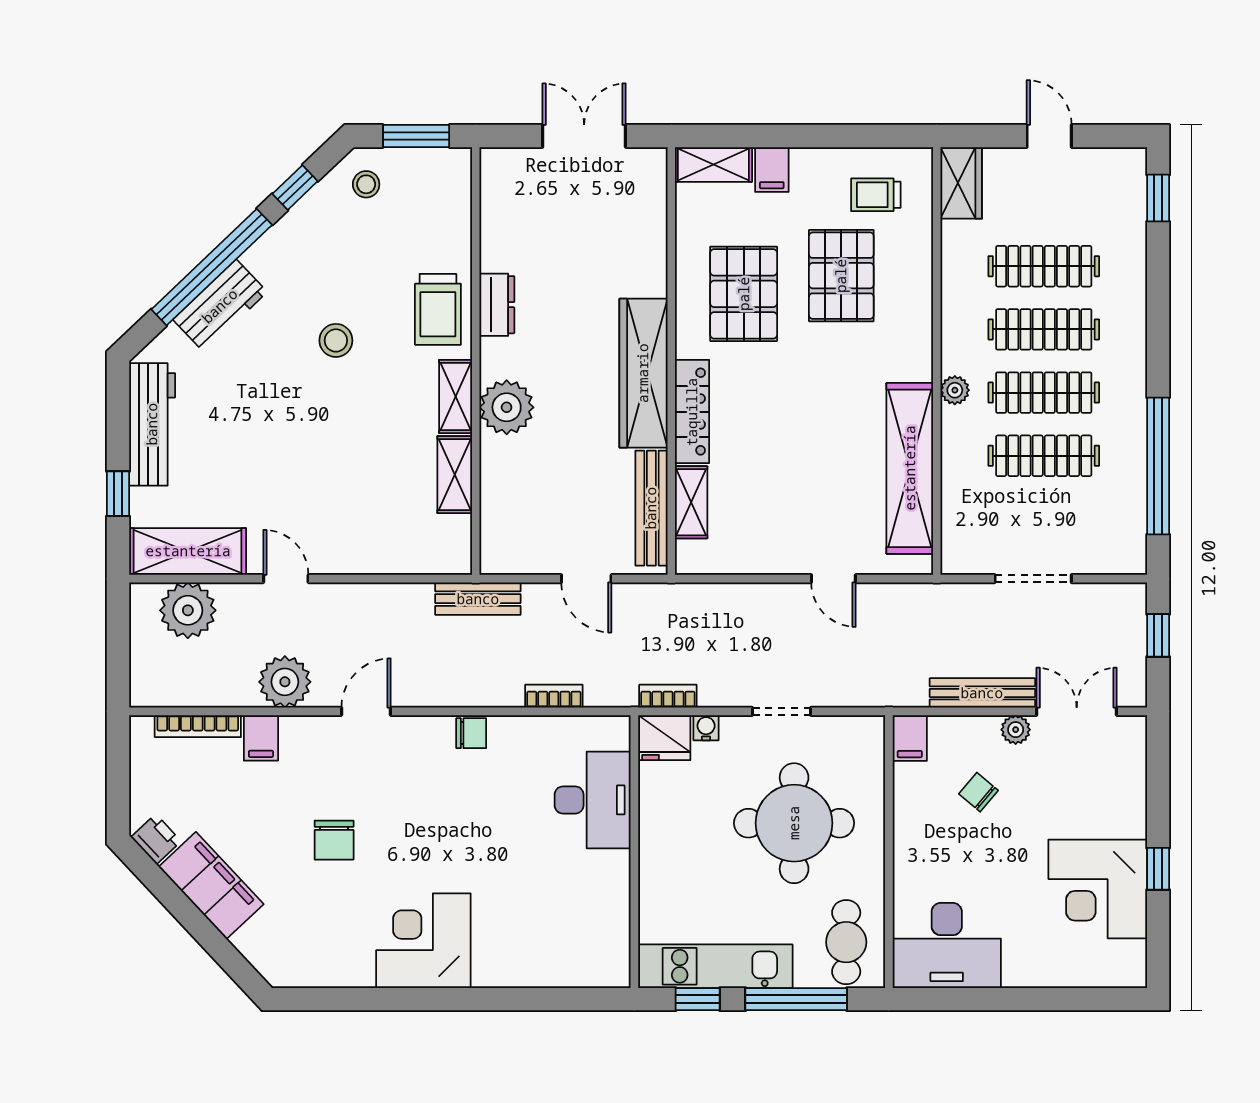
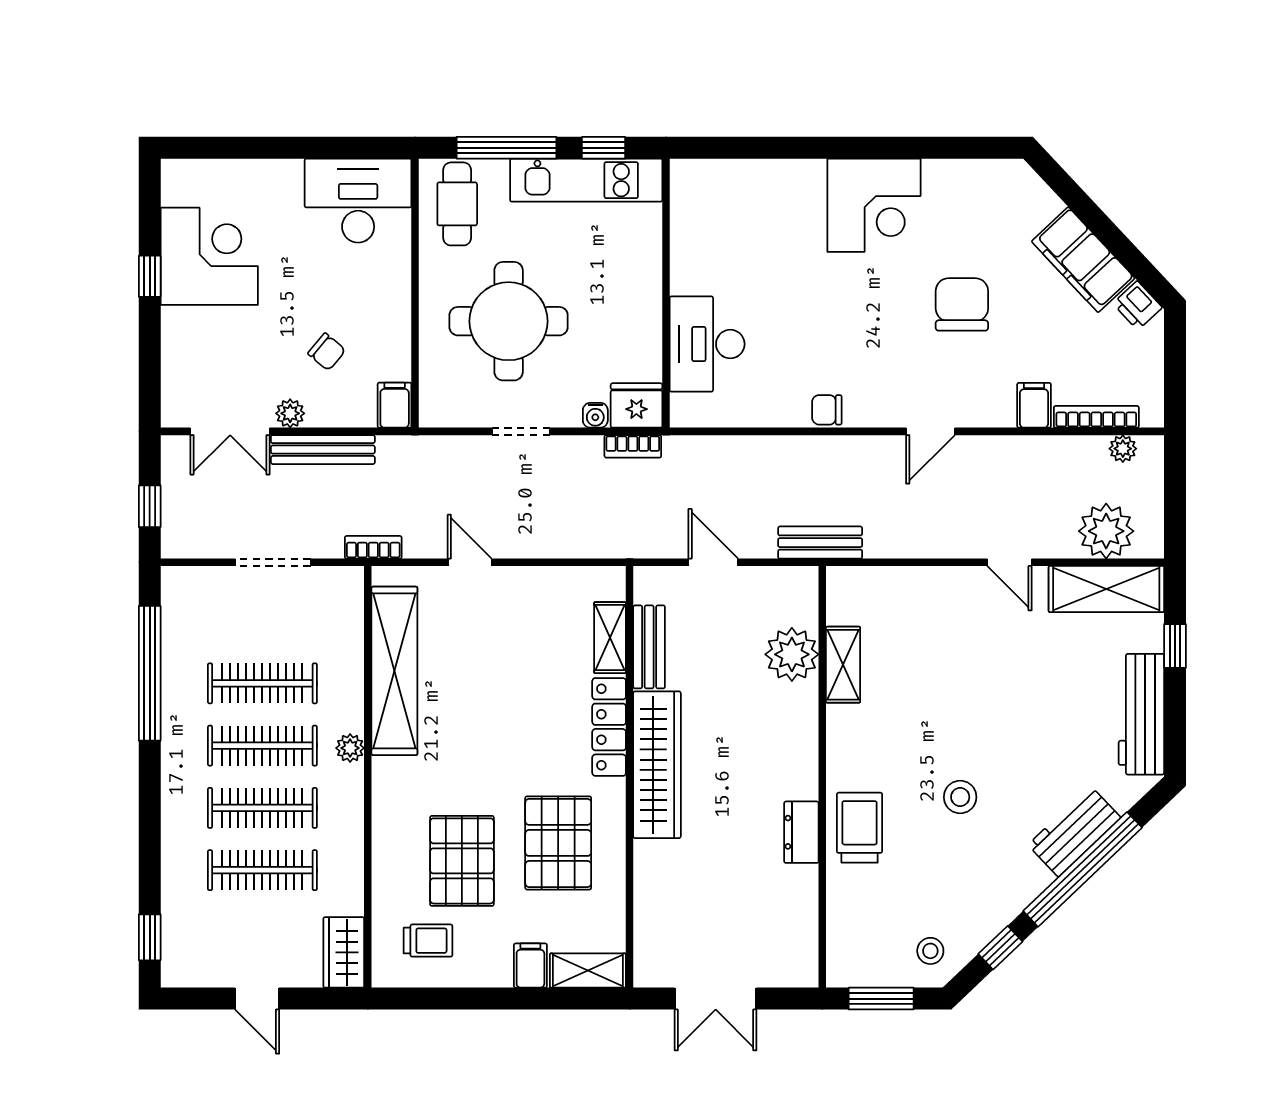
shelving: (456, 397) -> (842, 742), removed
plant: (507, 407) -> (792, 654), moved
bench: (651, 508) -> (649, 647), width x0.73
plant: (285, 682) -> (1123, 449), moved, width x0.53, depth x0.53
bookcase: (554, 696) -> (373, 547), moved, turned 180
chair: (334, 840) -> (962, 304), width x1.37, depth x1.37

